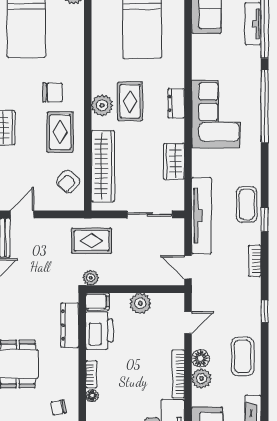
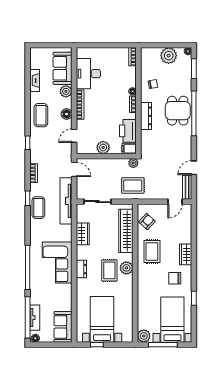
chair: (52, 92) -> (175, 278), moved
dresser: (70, 325) -> (146, 116), moved
plant: (202, 379) -> (66, 91), moved

